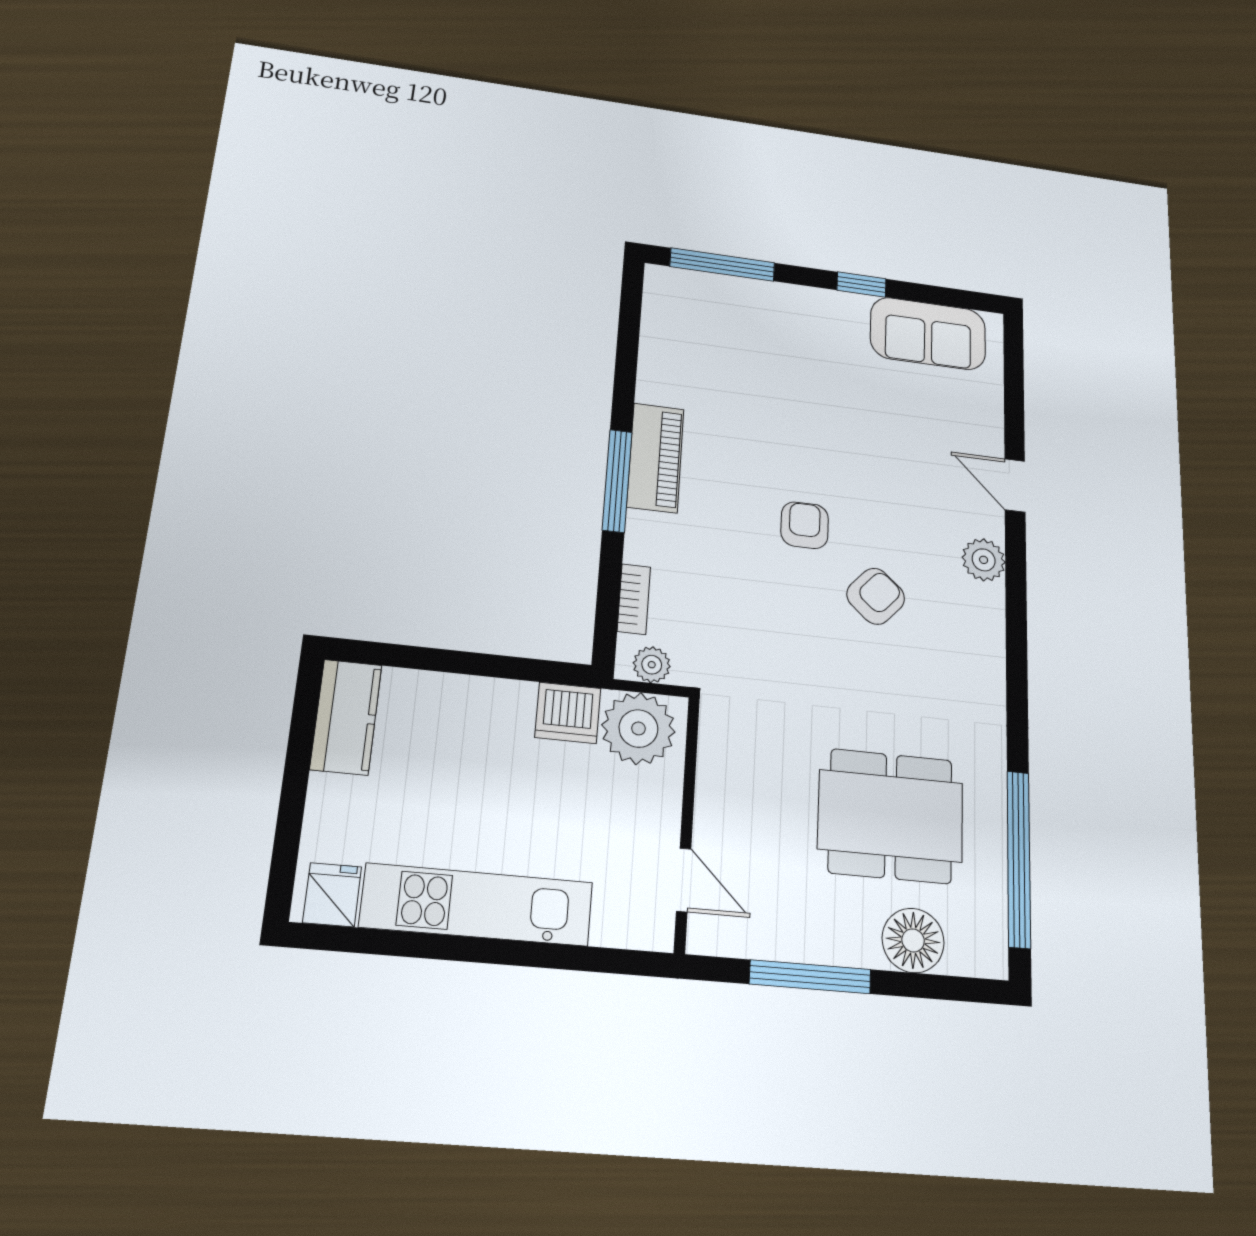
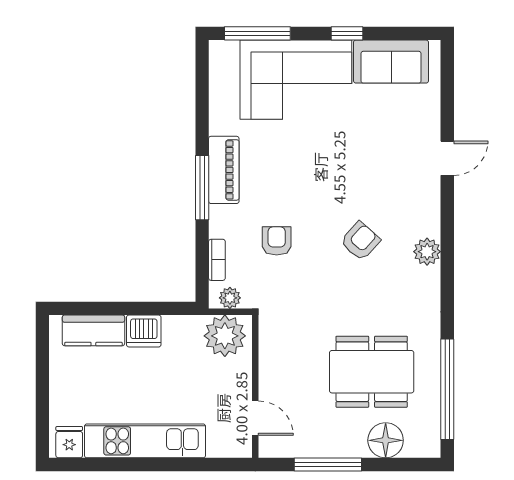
corner sofa: (780, 339) -> (296, 80), added
door: (1015, 485) -> (447, 158), swing flipped
armchair: (805, 525) -> (277, 241), moved
plant: (984, 560) -> (427, 252), moved
dishwasher: (568, 713) -> (144, 331), moved
kitchen counter: (346, 717) -> (93, 330), moved, turned 90

